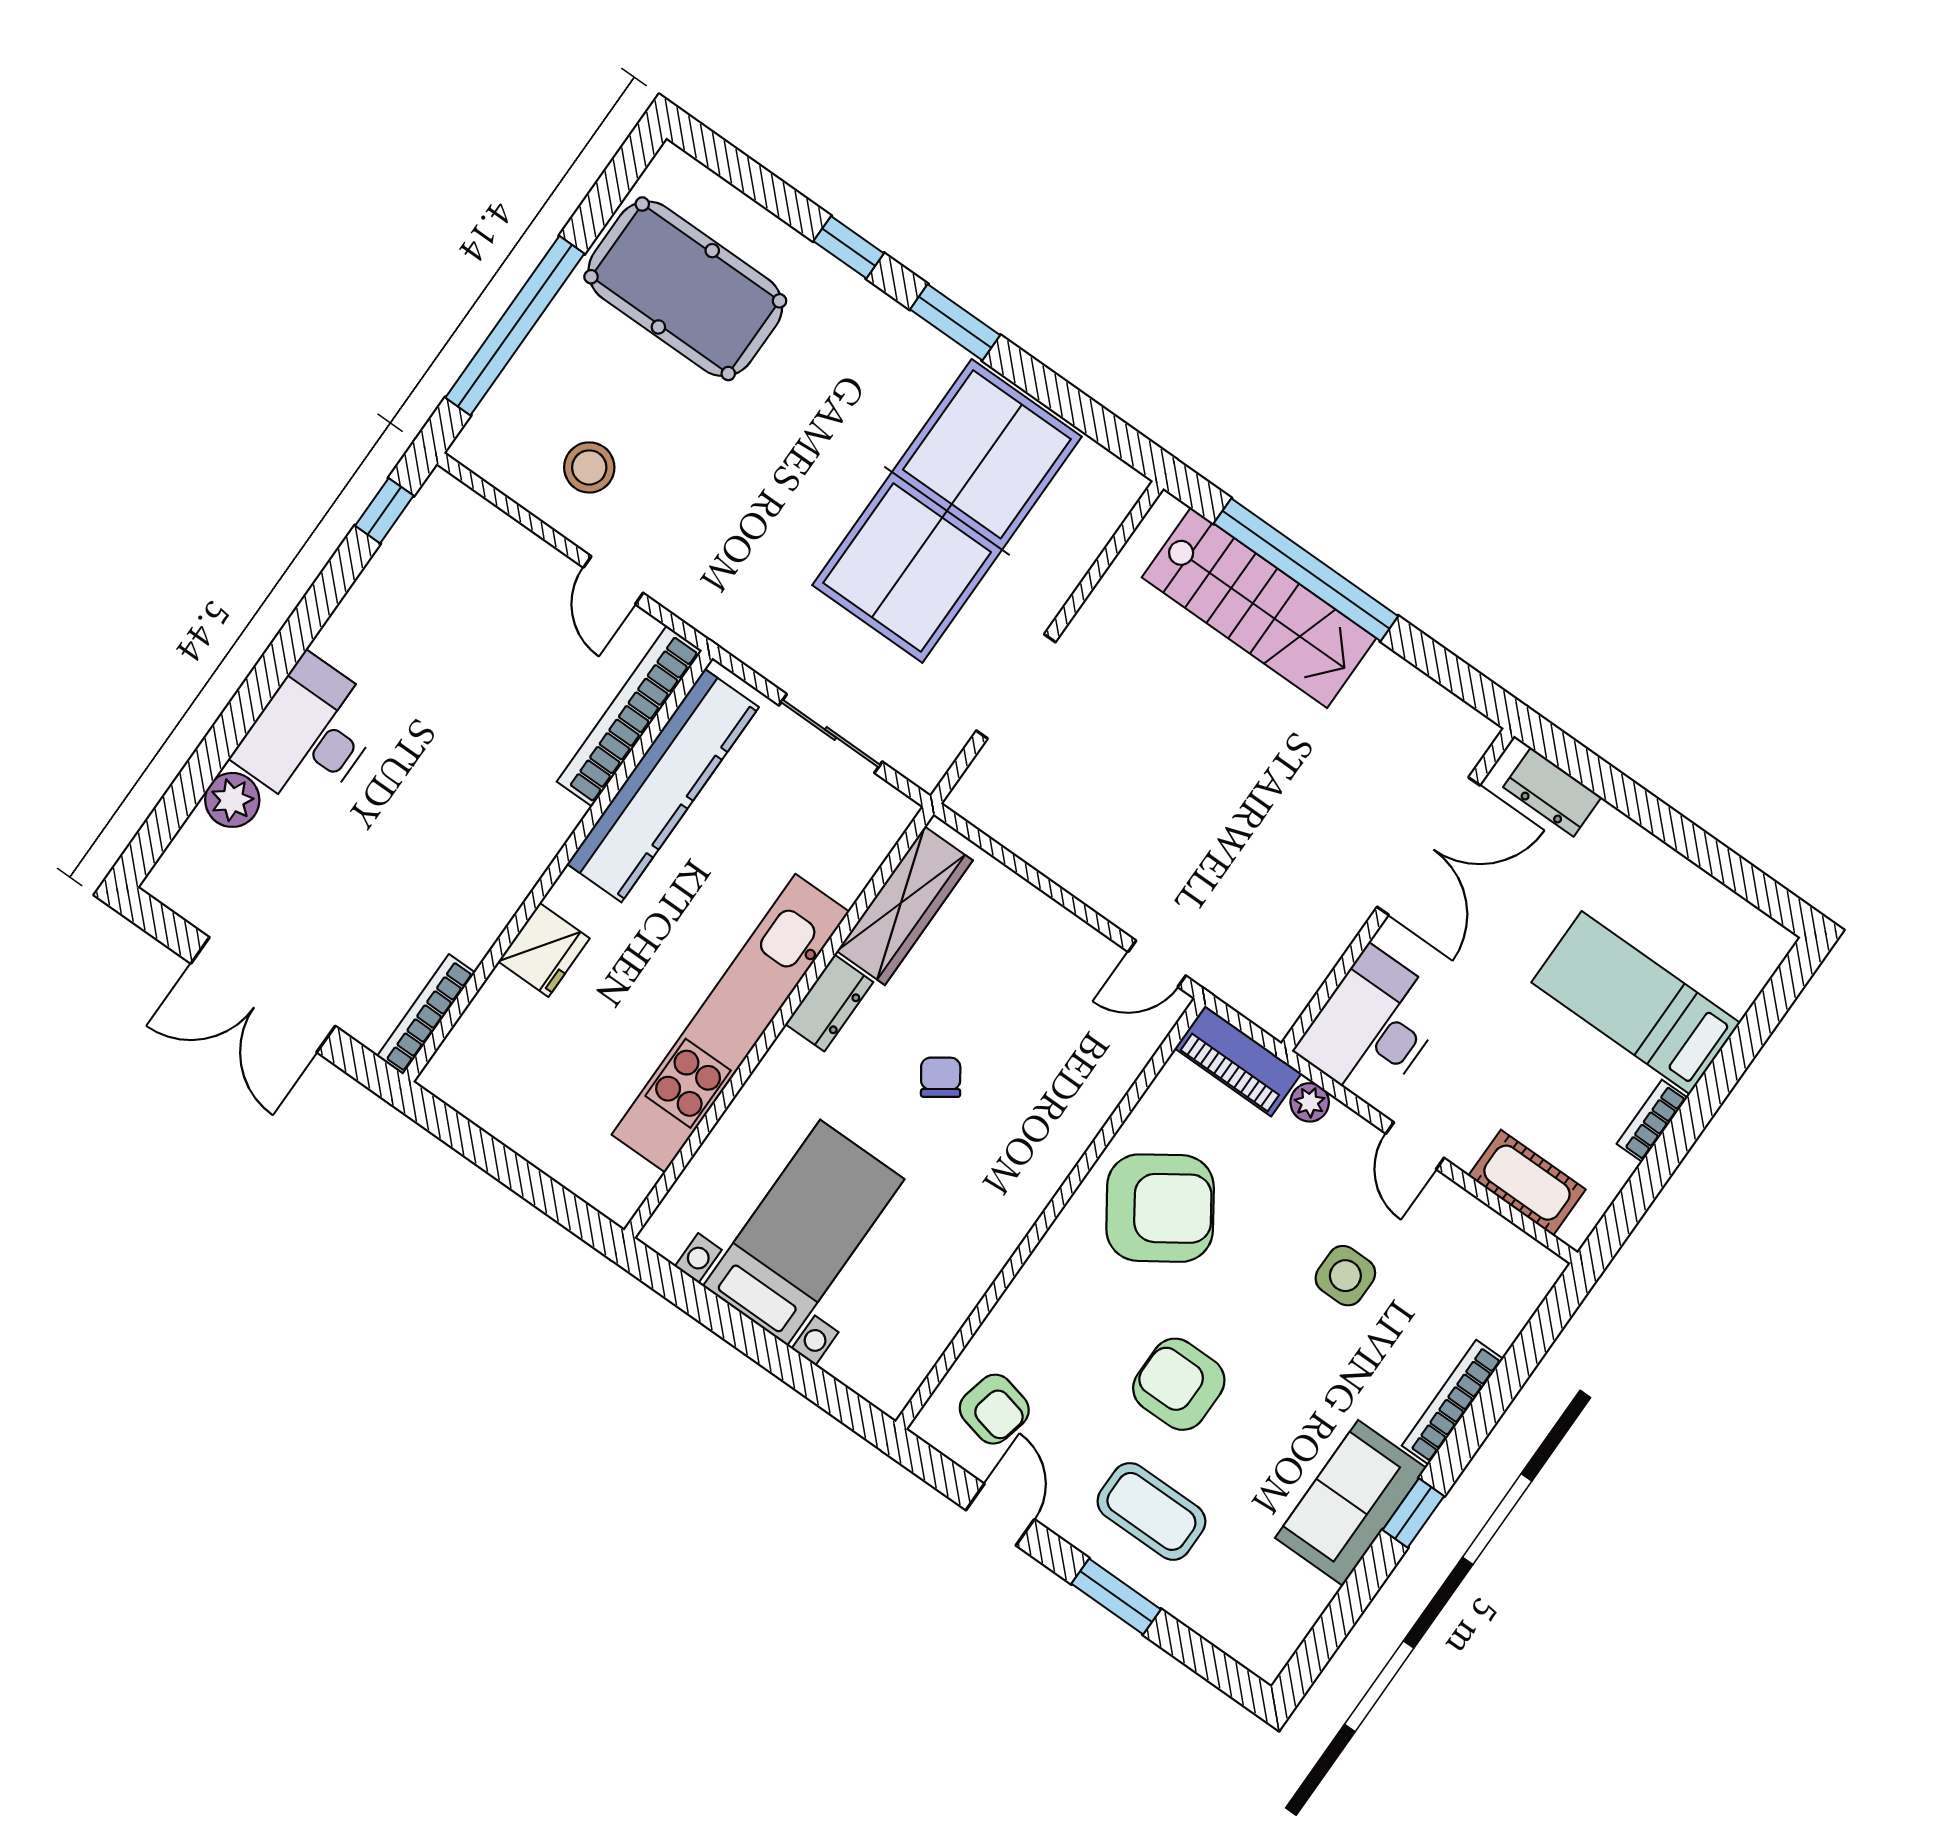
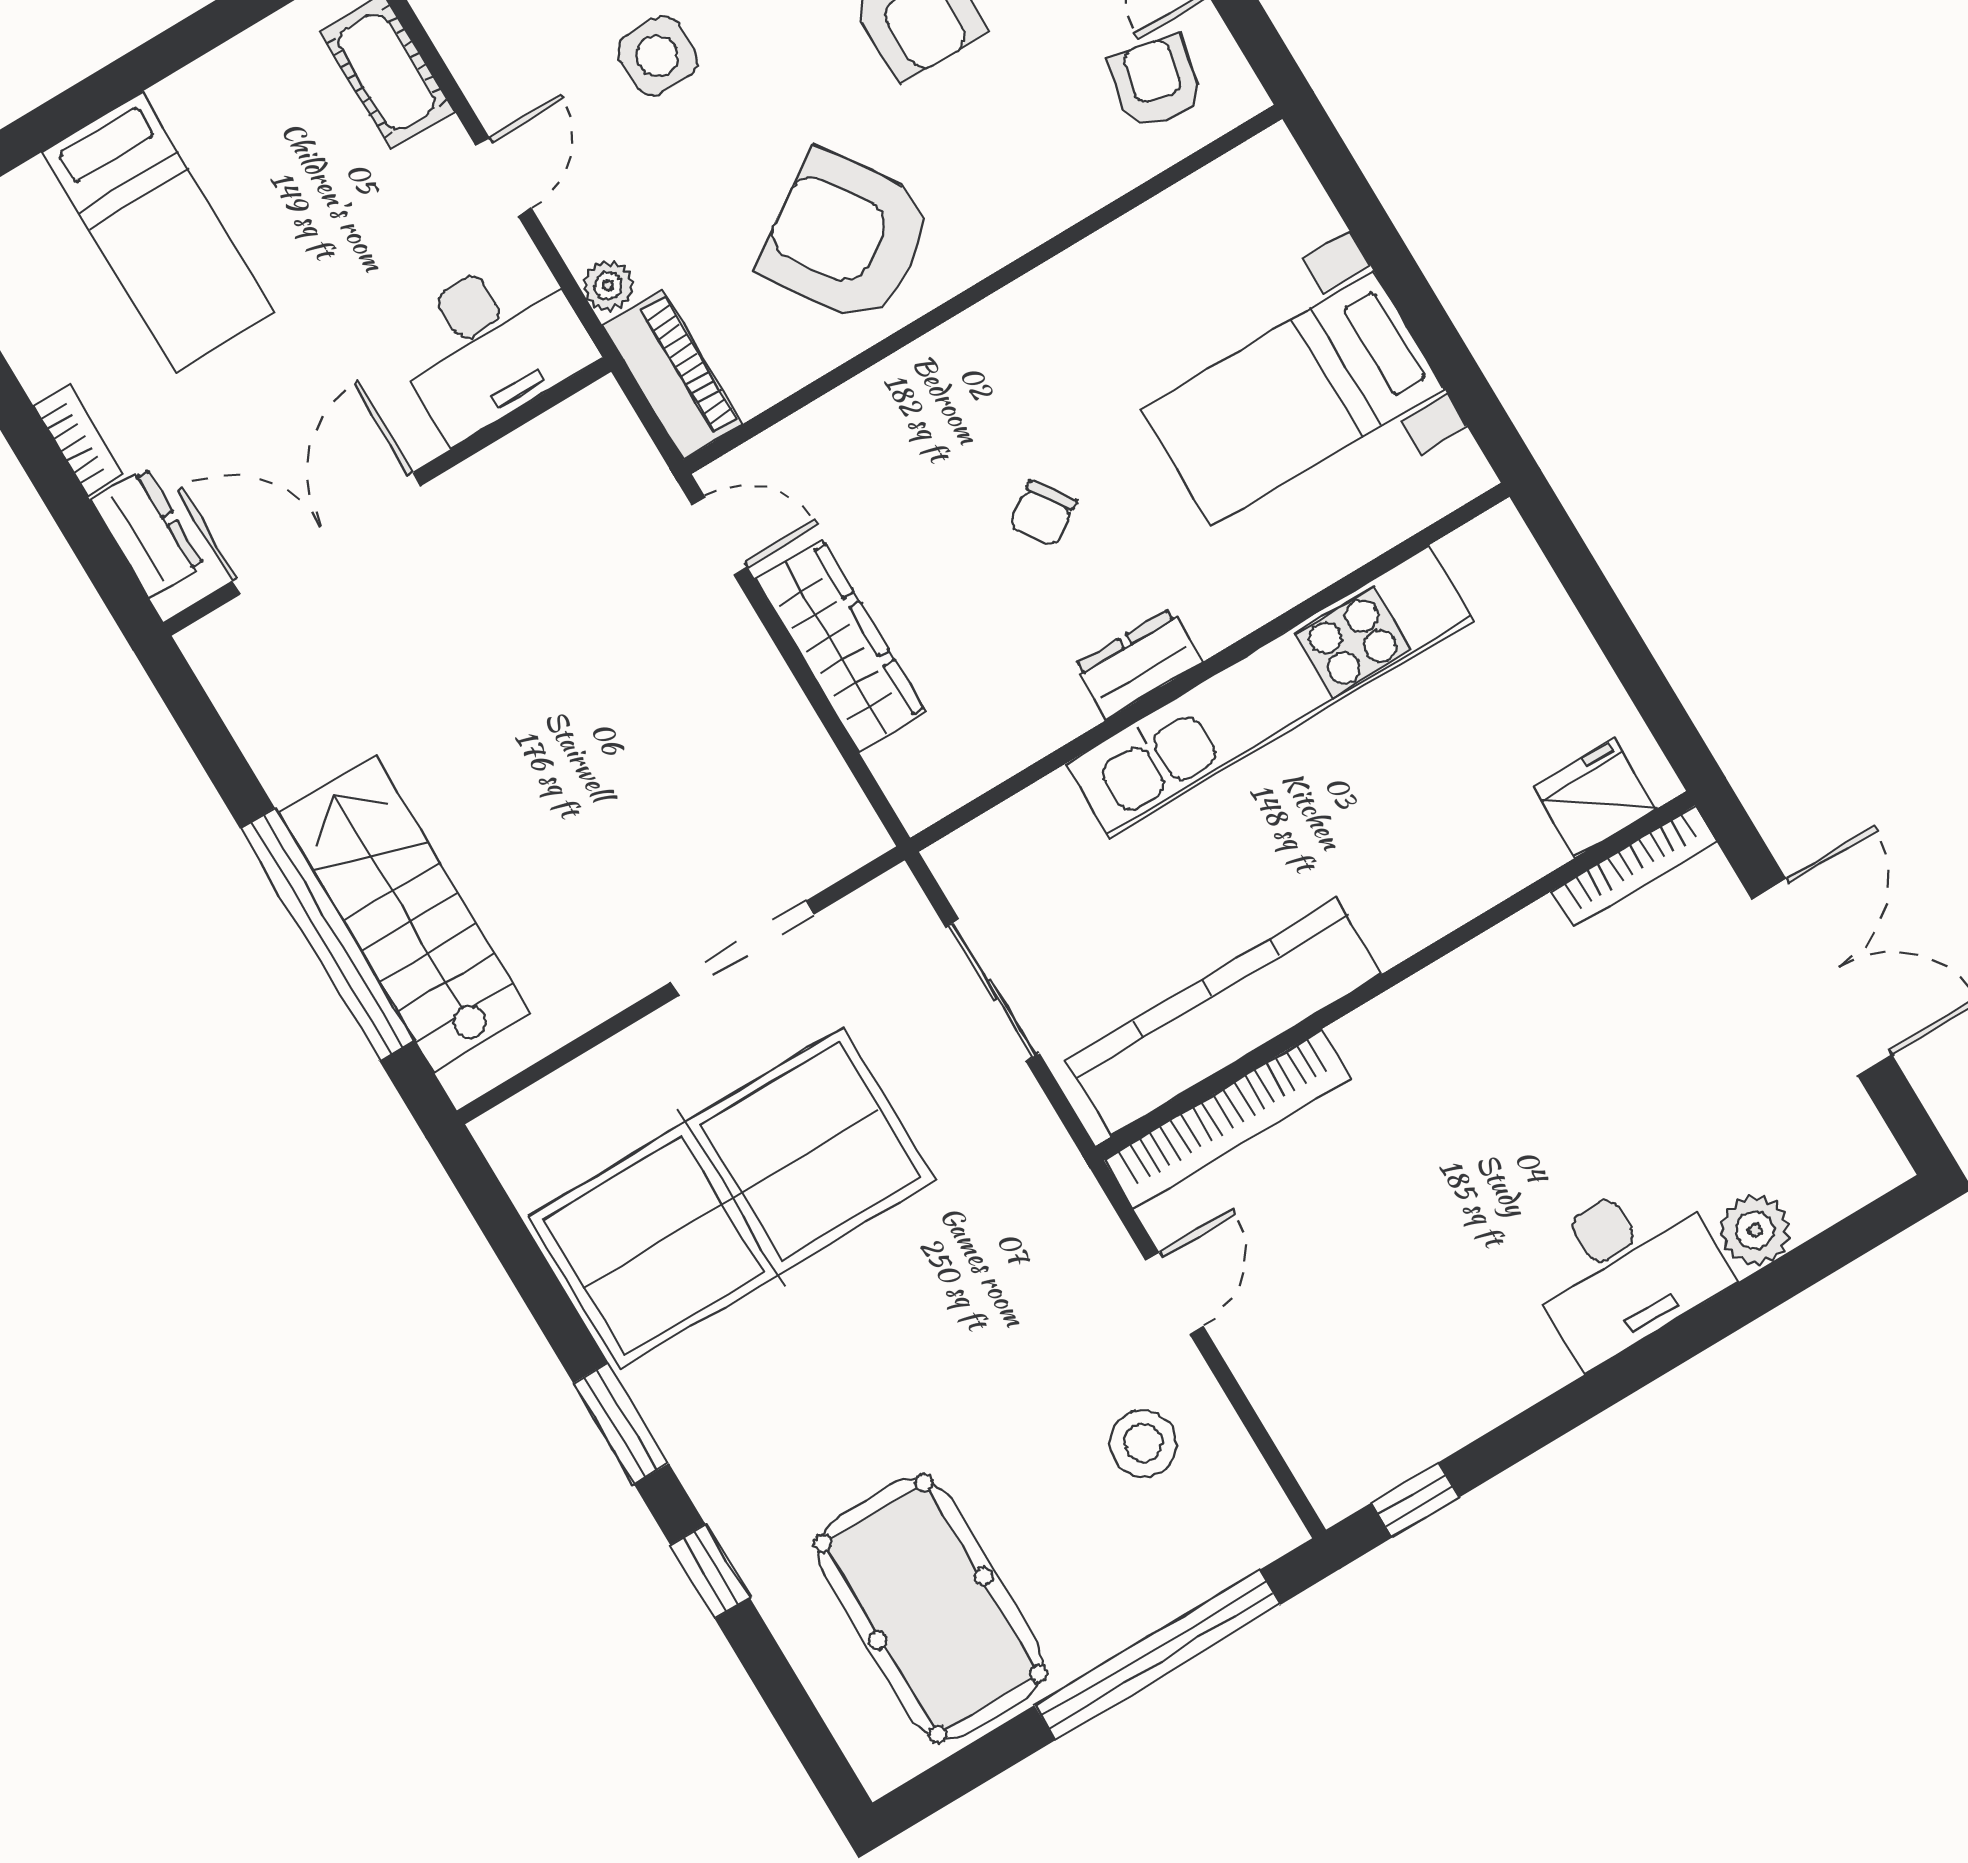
wardrobe: (905, 906) -> (841, 646), moved, turned 90
fridge: (544, 950) -> (1595, 798), moved
bookcase: (1652, 1121) -> (78, 440), moved, turned -90

